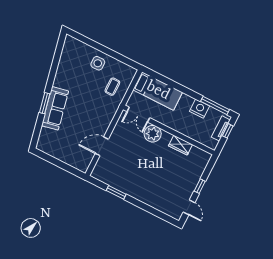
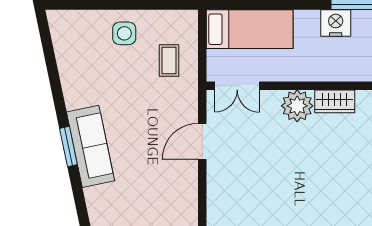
plant: (153, 134) -> (297, 106), moved
door: (102, 146) -> (202, 141), moved

